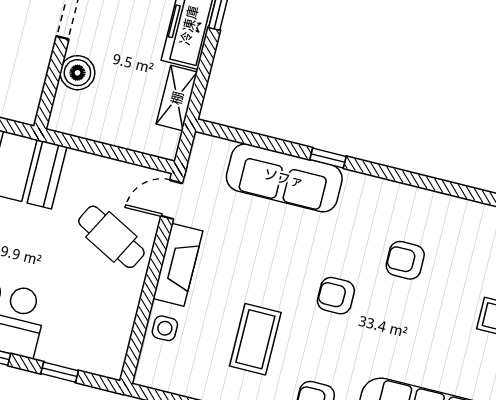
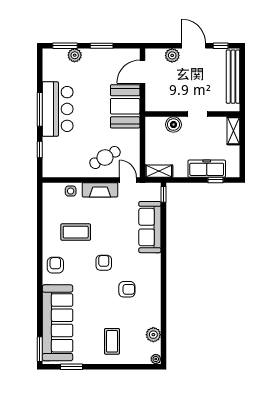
shelving: (177, 98) -> (159, 171), moved
window: (328, 158) -> (163, 194), moved
cafe table: (111, 237) -> (105, 157), turned 32
armchair: (405, 260) -> (127, 289), turned 90

